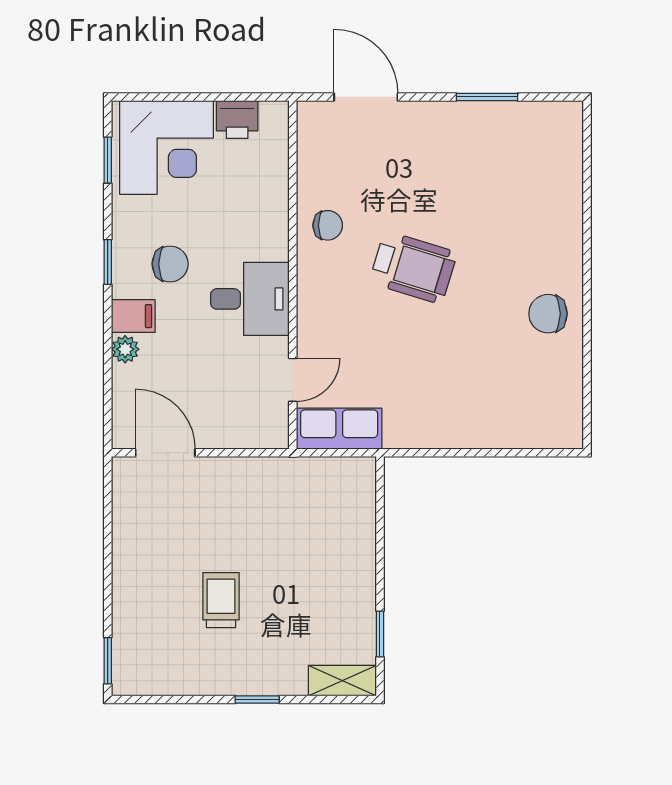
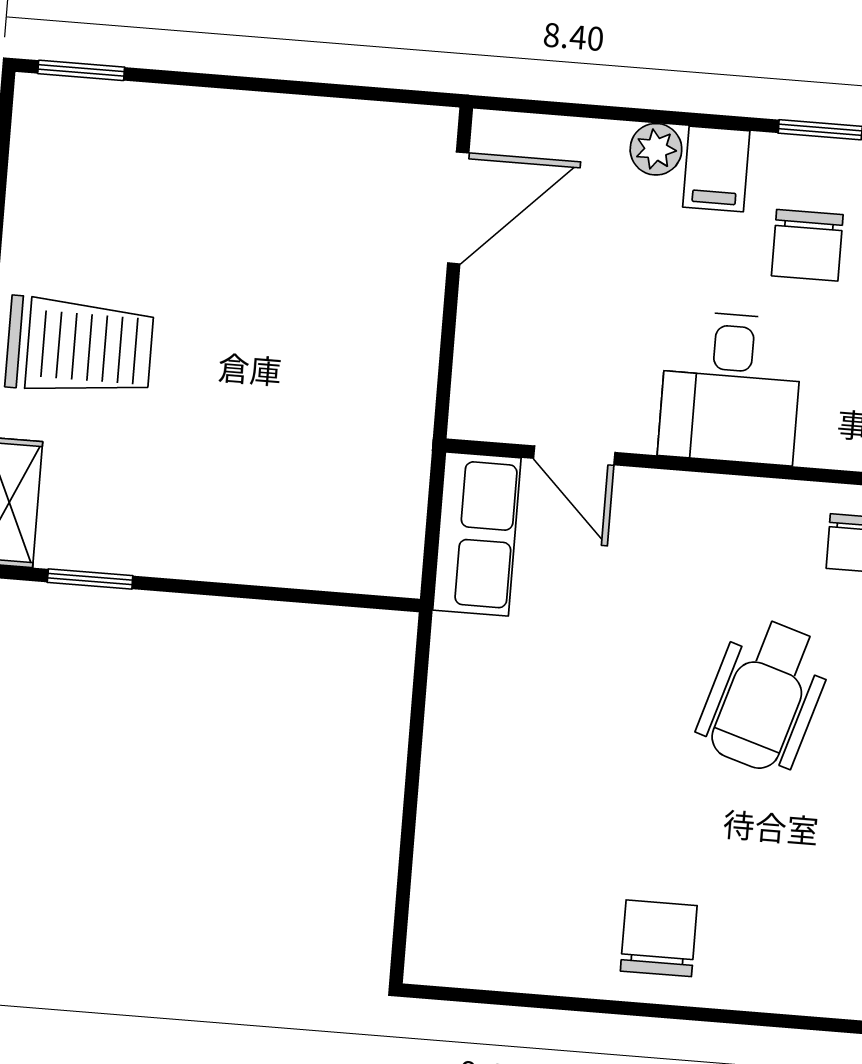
trolley: (221, 600) -> (80, 347), moved, width x1.36, depth x1.39

